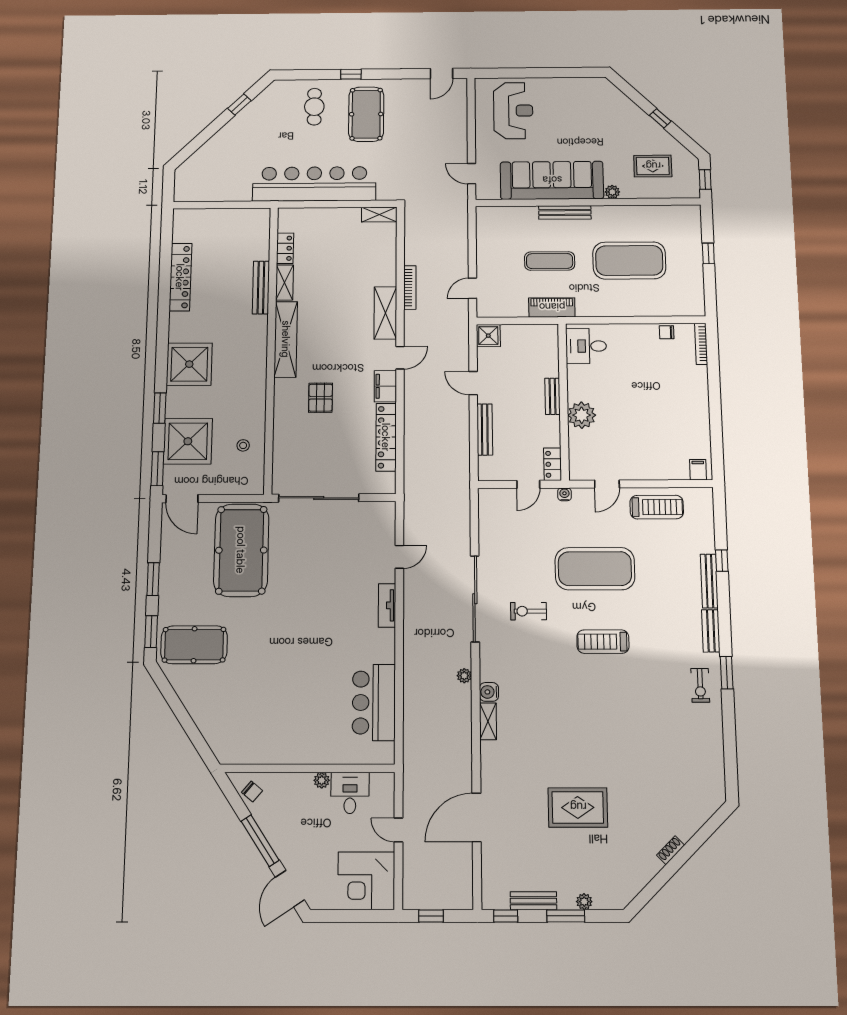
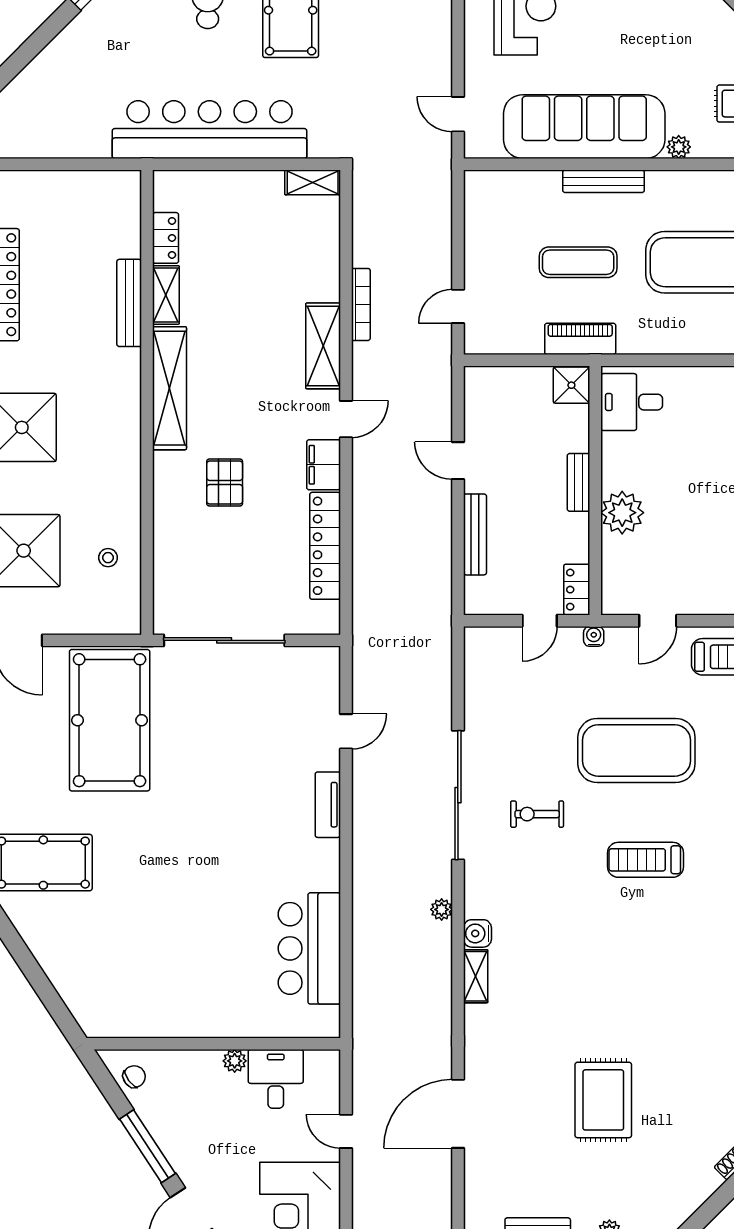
shower: (488, 336) -> (571, 385), moved
chair: (252, 791) -> (134, 1077), turned -77
rug: (578, 807) -> (603, 1100), turned 90

